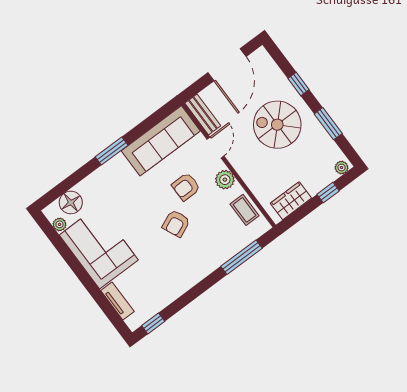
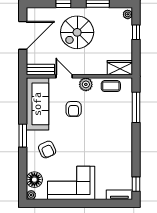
door: (227, 65) -> (23, 35), hinge flipped
wardrobe: (291, 201) -> (120, 68), moved, turned 90
armchair: (176, 223) -> (47, 150), moved
plant: (60, 224) -> (31, 195), moved
tv unit: (117, 301) -> (119, 195), moved

